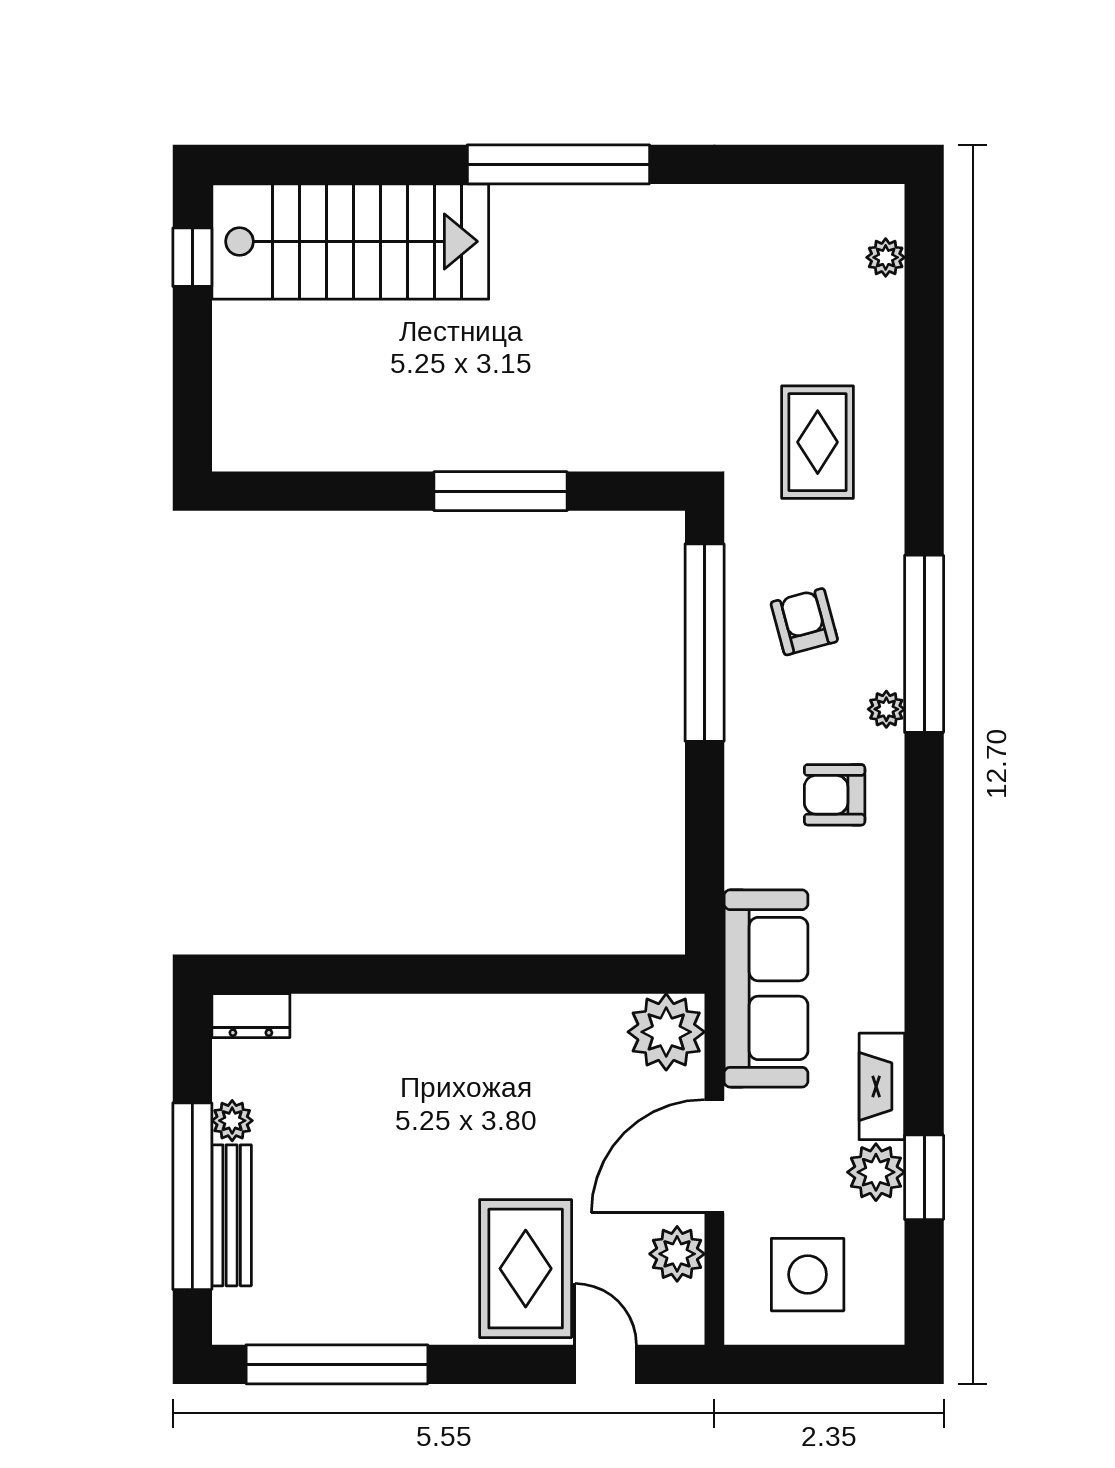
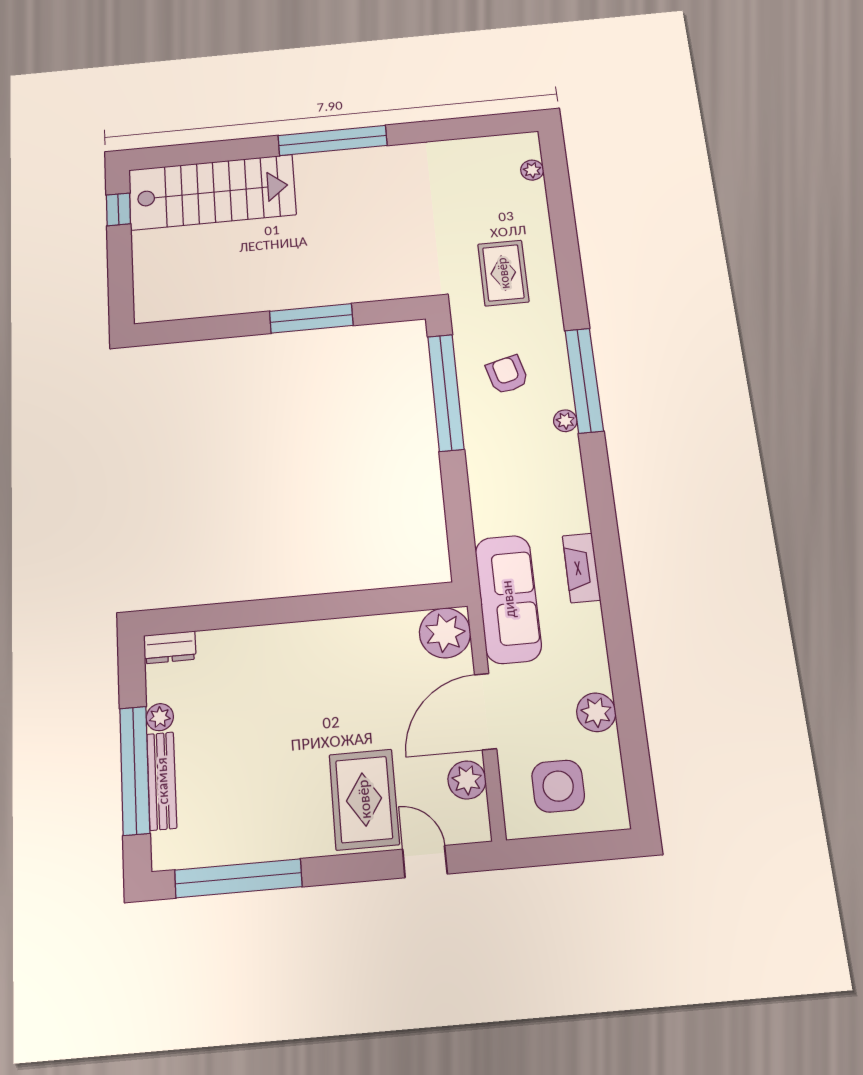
armchair: (835, 795) -> (539, 475), removed
fireplace: (882, 1086) -> (581, 568), moved
window: (924, 1177) -> (629, 713), removed

